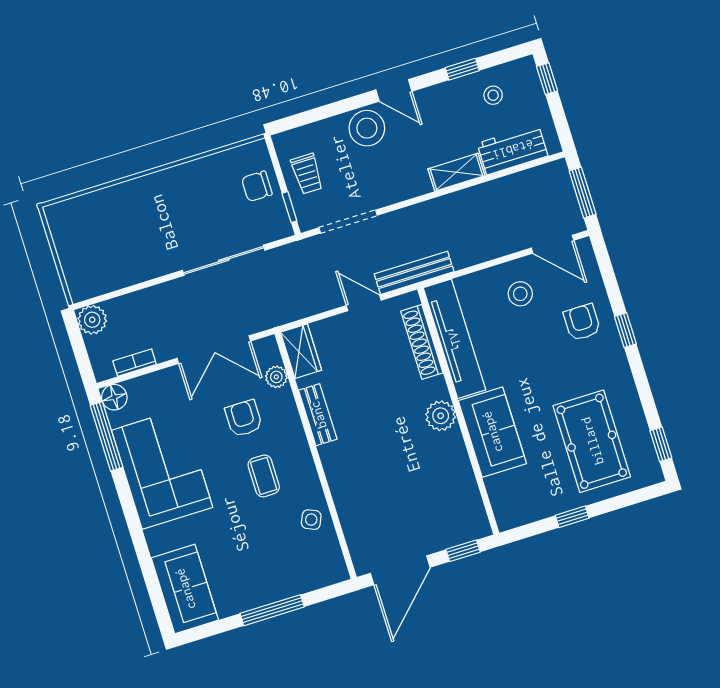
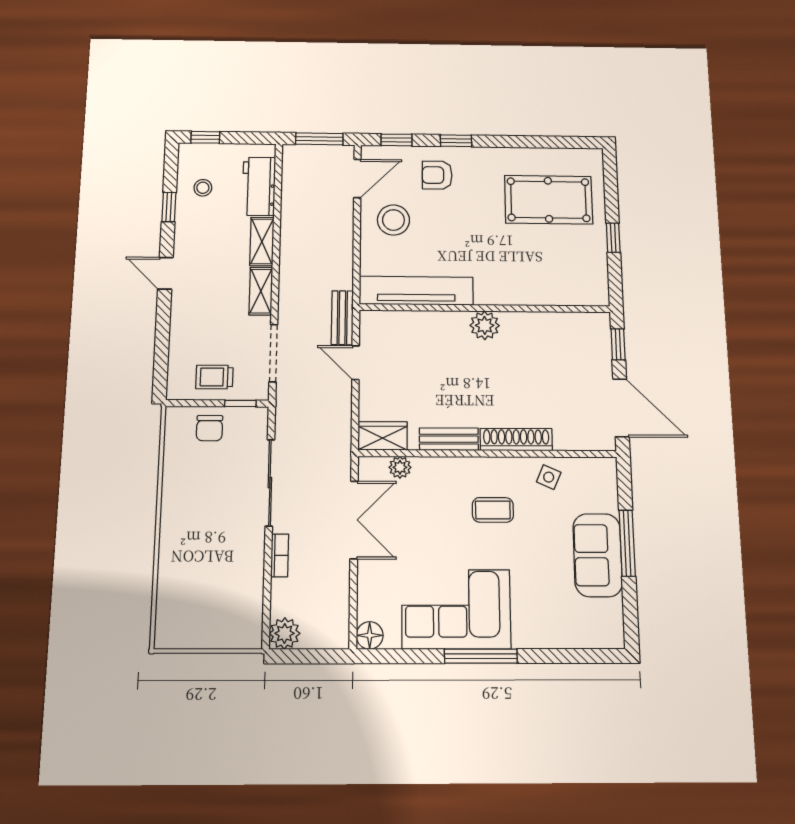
door: (394, 90) -> (165, 273), swing flipped
stool: (367, 128) -> (192, 309), removed
trolley: (307, 174) -> (214, 377), turned 180
shelving: (406, 189) -> (261, 291), added
bench: (414, 273) -> (342, 318), width x0.73
stool: (520, 294) -> (393, 220), width x1.38, depth x1.38
door: (364, 303) -> (356, 363), hinge flipped
shoe rack: (422, 342) -> (516, 440), moved, turned 180
bookcase: (135, 363) -> (280, 555), moved, turned 180
armchair: (244, 418) -> (431, 512), removed
sofa: (492, 432) -> (514, 284), removed
window: (106, 436) -> (481, 656), moved
window: (661, 444) -> (396, 140), moved
sofa: (185, 589) -> (598, 555), moved, turned -90

